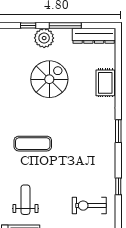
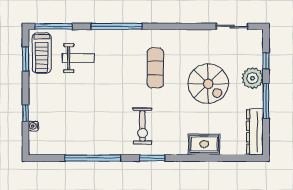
exercise mat: (33, 144) -> (155, 68), moved
window: (118, 186) -> (93, 158), width x3.17
exercise bike: (89, 206) -> (142, 126), moved, turned 180

